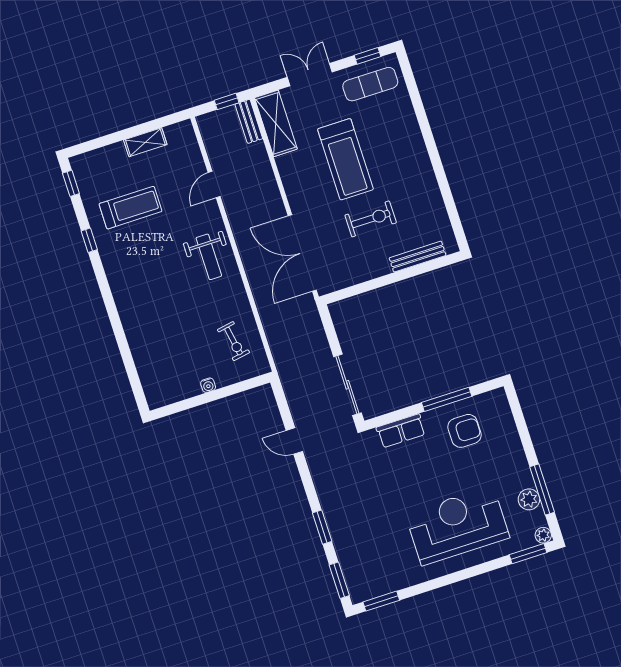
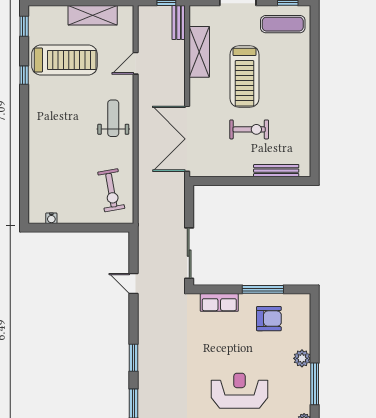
shelving: (276, 123) -> (199, 52), moved
shelving: (145, 142) -> (93, 15), width x1.50, depth x1.33
treadmill: (130, 208) -> (64, 60), width x1.37, depth x1.38
weight bench: (209, 257) -> (113, 118), turned 180
exercise bike: (234, 341) -> (111, 190), width x1.38, depth x1.39
water cooler: (208, 385) -> (51, 218), moved
plant: (529, 499) -> (302, 358), moved
reception desk: (457, 526) -> (239, 391), width x0.74, depth x0.77

